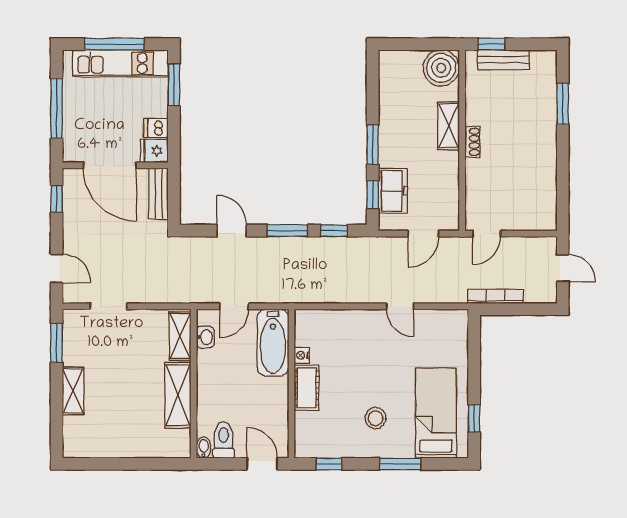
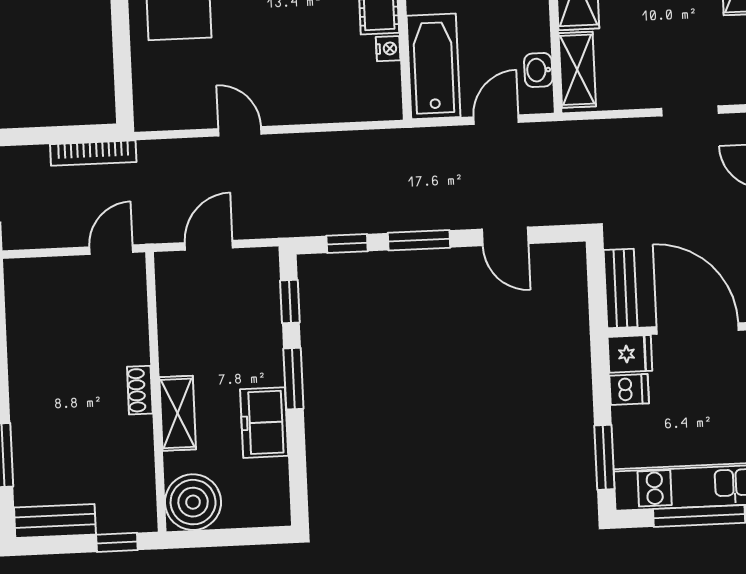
bench: (503, 60) -> (55, 521), moved
freezer: (393, 191) -> (264, 423), moved

